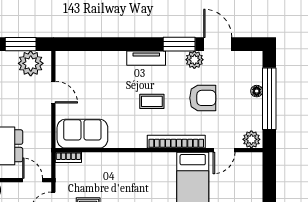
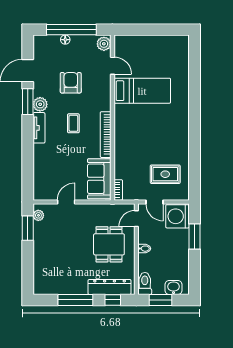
plant: (194, 60) -> (40, 104), moved
plant: (31, 63) -> (38, 215), width x0.53, depth x0.53
bookcase: (176, 142) -> (106, 135), moved

